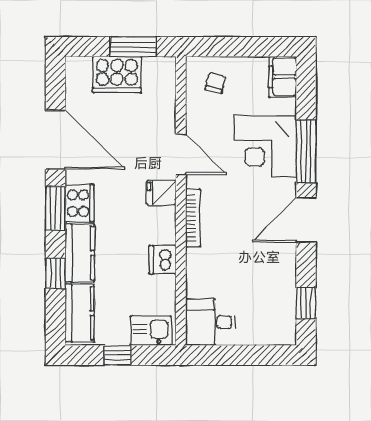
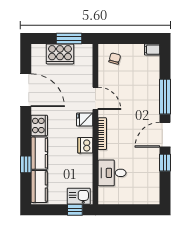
filing cabinet: (283, 77) -> (152, 50), width x0.50
corner desk: (265, 146) -> (142, 94), removed
window: (55, 208) -> (26, 128), removed
dishwasher: (163, 260) -> (85, 145), moved
window: (306, 303) -> (165, 163), moved
desk: (211, 322) -> (112, 173), moved
window: (117, 355) -> (75, 210), moved

